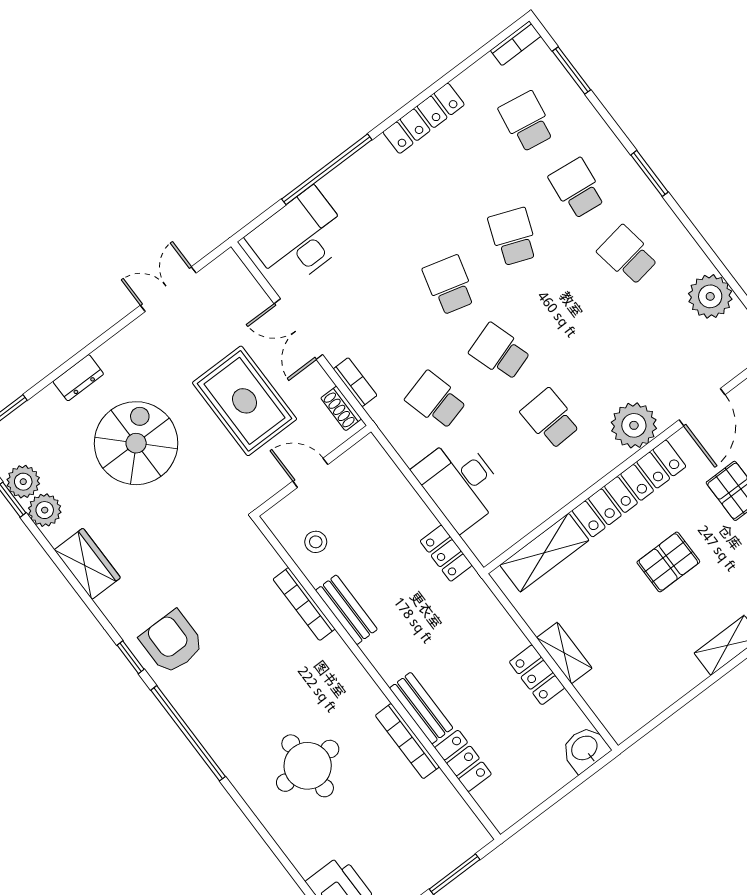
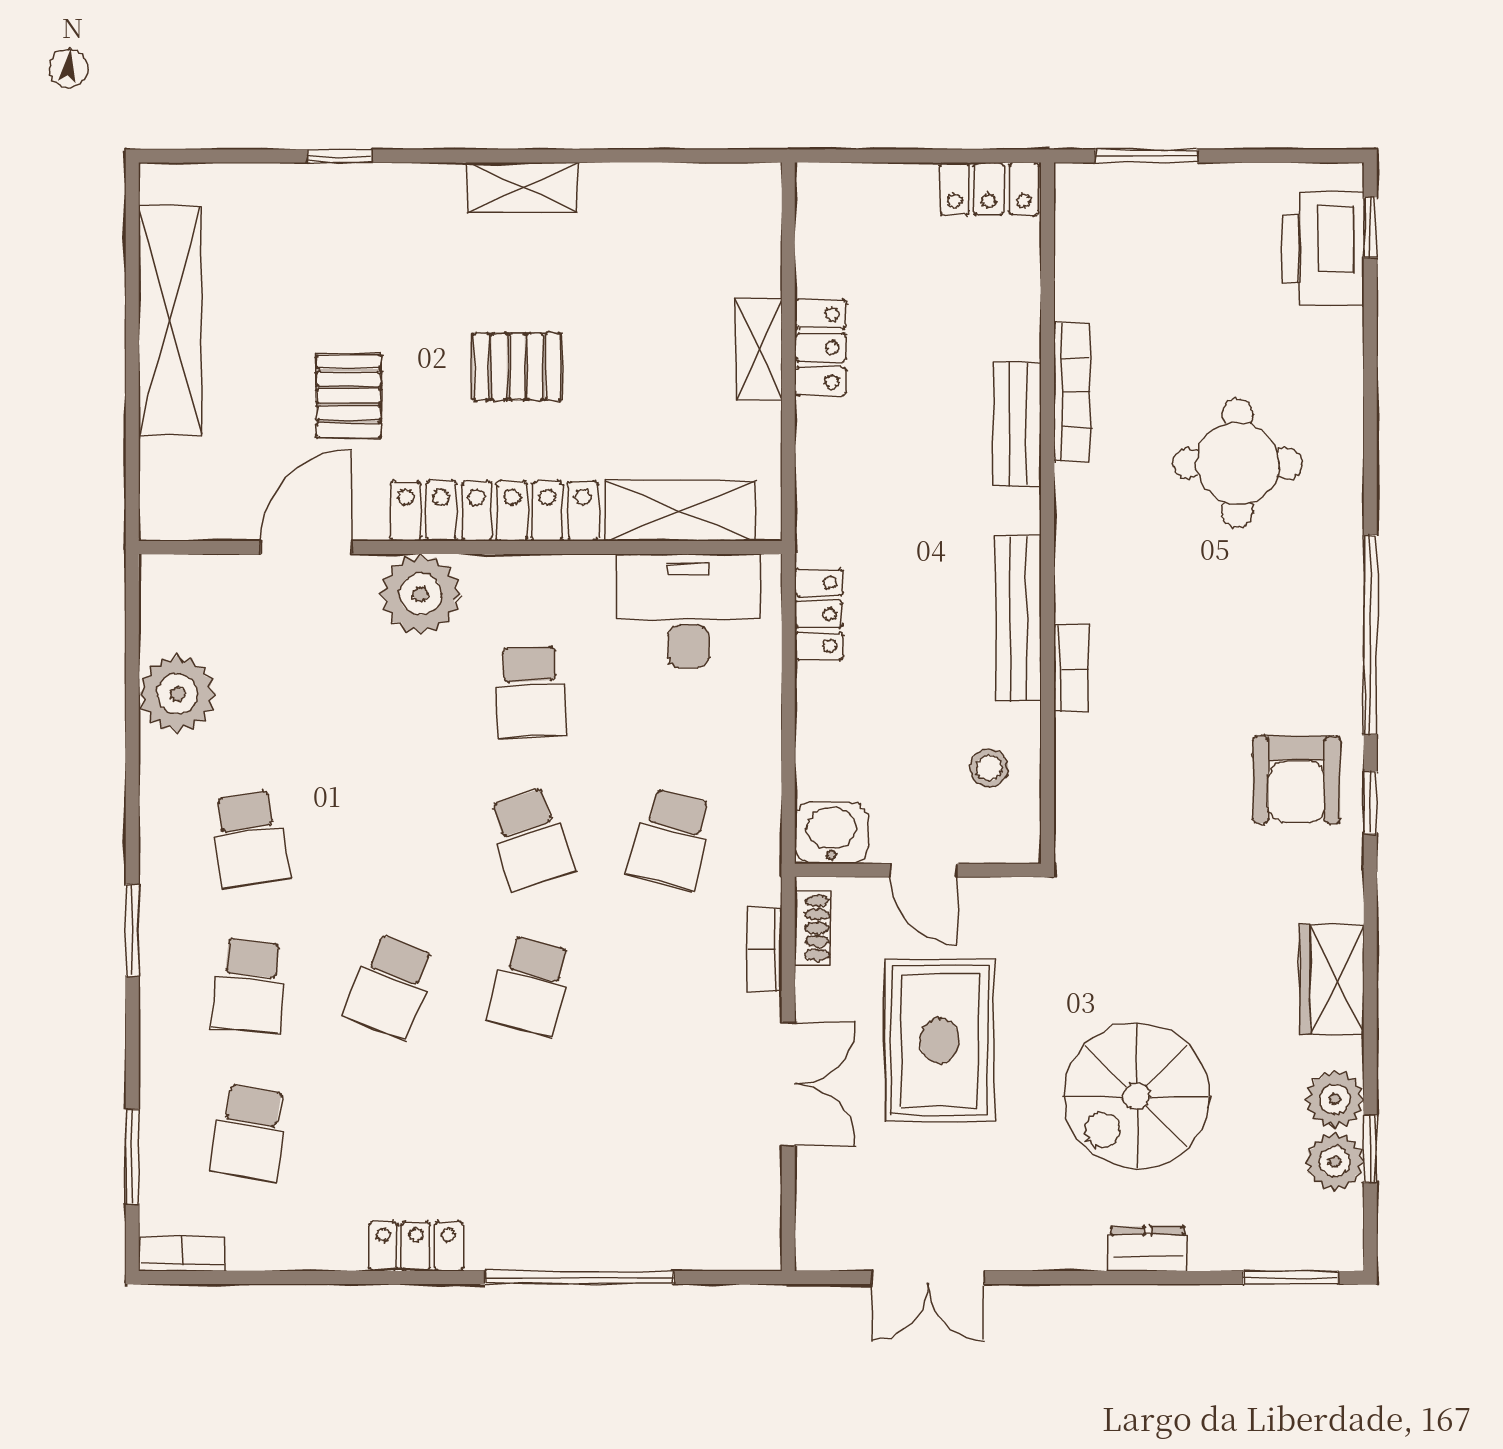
locker: (424, 118) -> (416, 1246), width x0.66
desk: (299, 238) -> (691, 1210), removed
school desk: (436, 400) -> (671, 839), turned 30
desk: (460, 483) -> (689, 611), moved, turned -90
bookcase: (304, 604) -> (1071, 669), width x0.64
bench: (346, 610) -> (1018, 618), width x1.36
washbasin: (585, 749) -> (831, 833), moved, turned 180
locker: (463, 761) -> (989, 189), moved, turned -90

